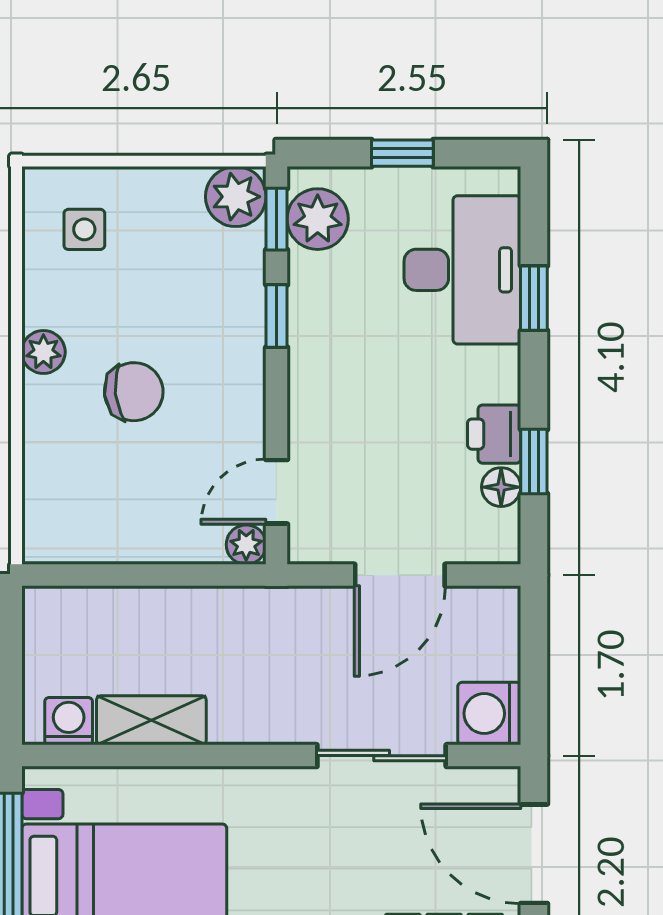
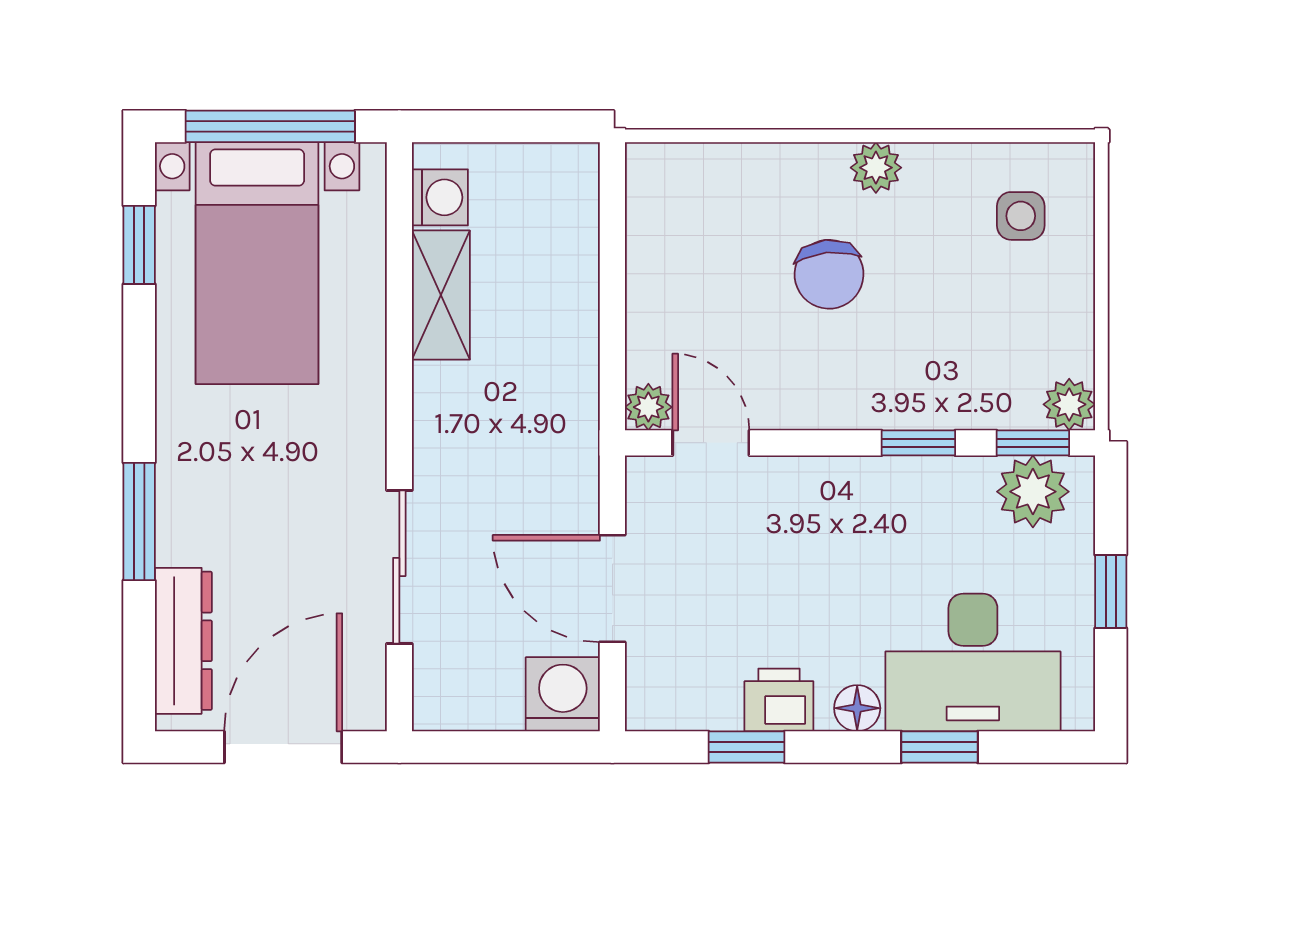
plant: (236, 197) -> (1069, 404), width x0.73, depth x0.73
floor lamp: (501, 487) -> (857, 708), moved
washing machine: (489, 714) -> (563, 694), moved

